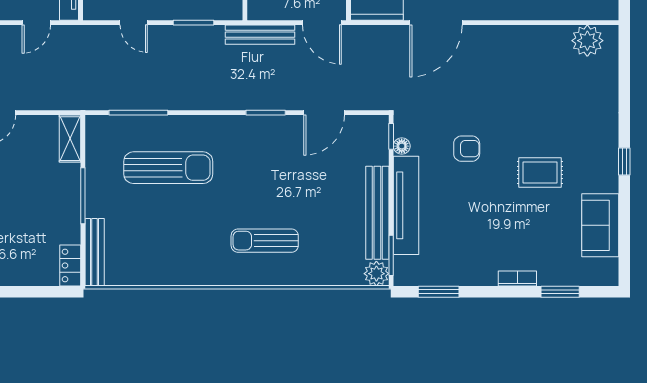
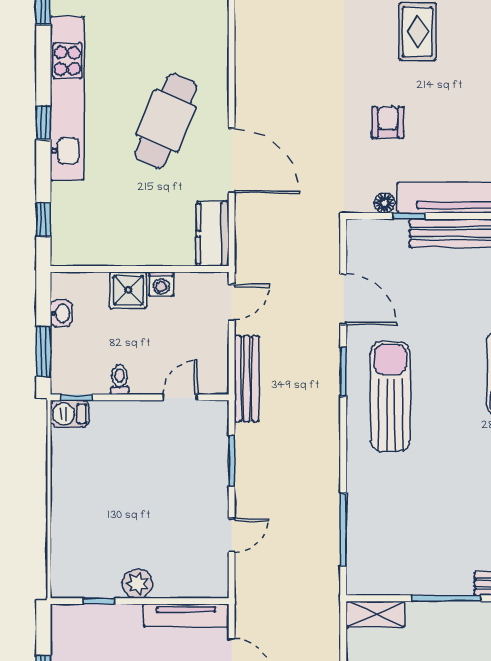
door: (322, 23) -> (232, 302), width x0.73
window: (391, 136) -> (409, 216), moved
sun lounger: (168, 168) -> (390, 396), moved

